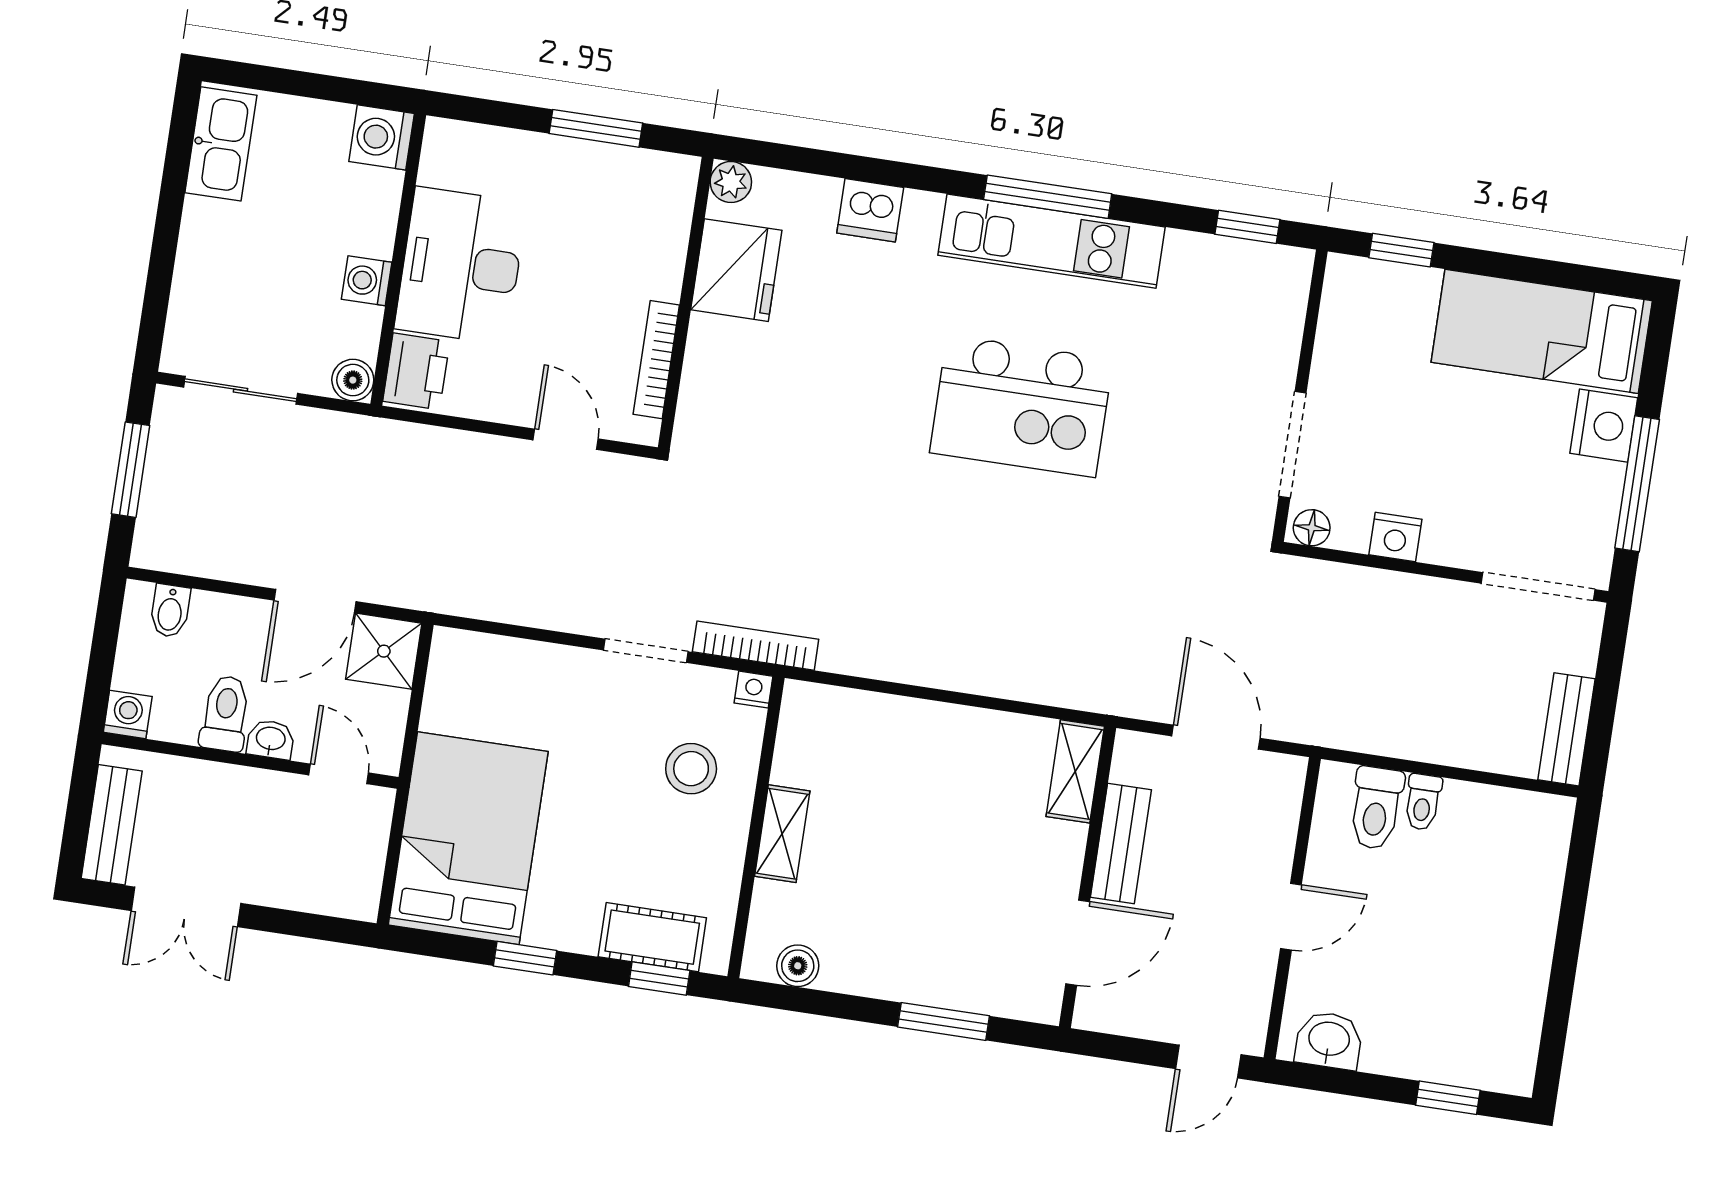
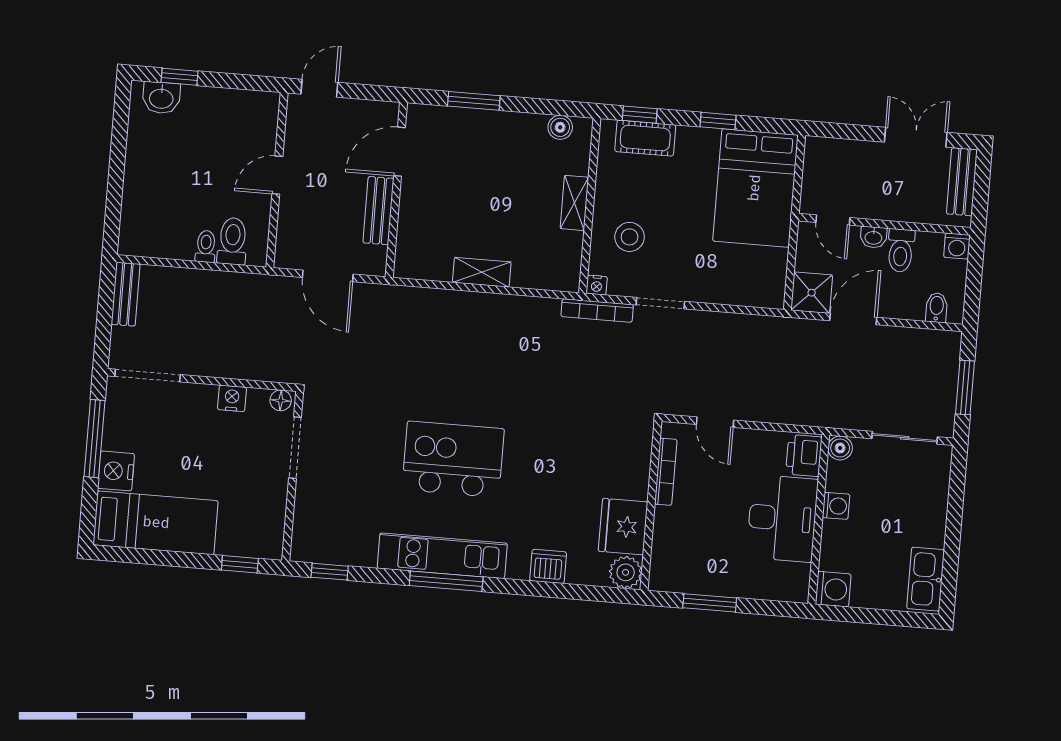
plant: (731, 182) -> (626, 572), width x1.38, depth x1.38
shelving: (1075, 771) -> (482, 272), moved, turned 90
washbasin: (1329, 1040) -> (161, 98), moved

